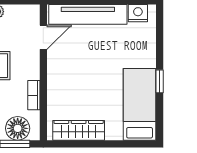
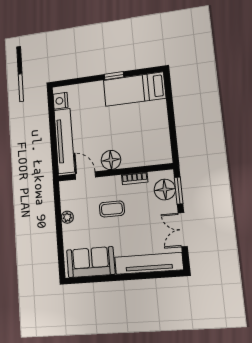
floor lamp: (58, 69) -> (111, 160), added
wardrobe: (79, 130) -> (161, 137), removed

